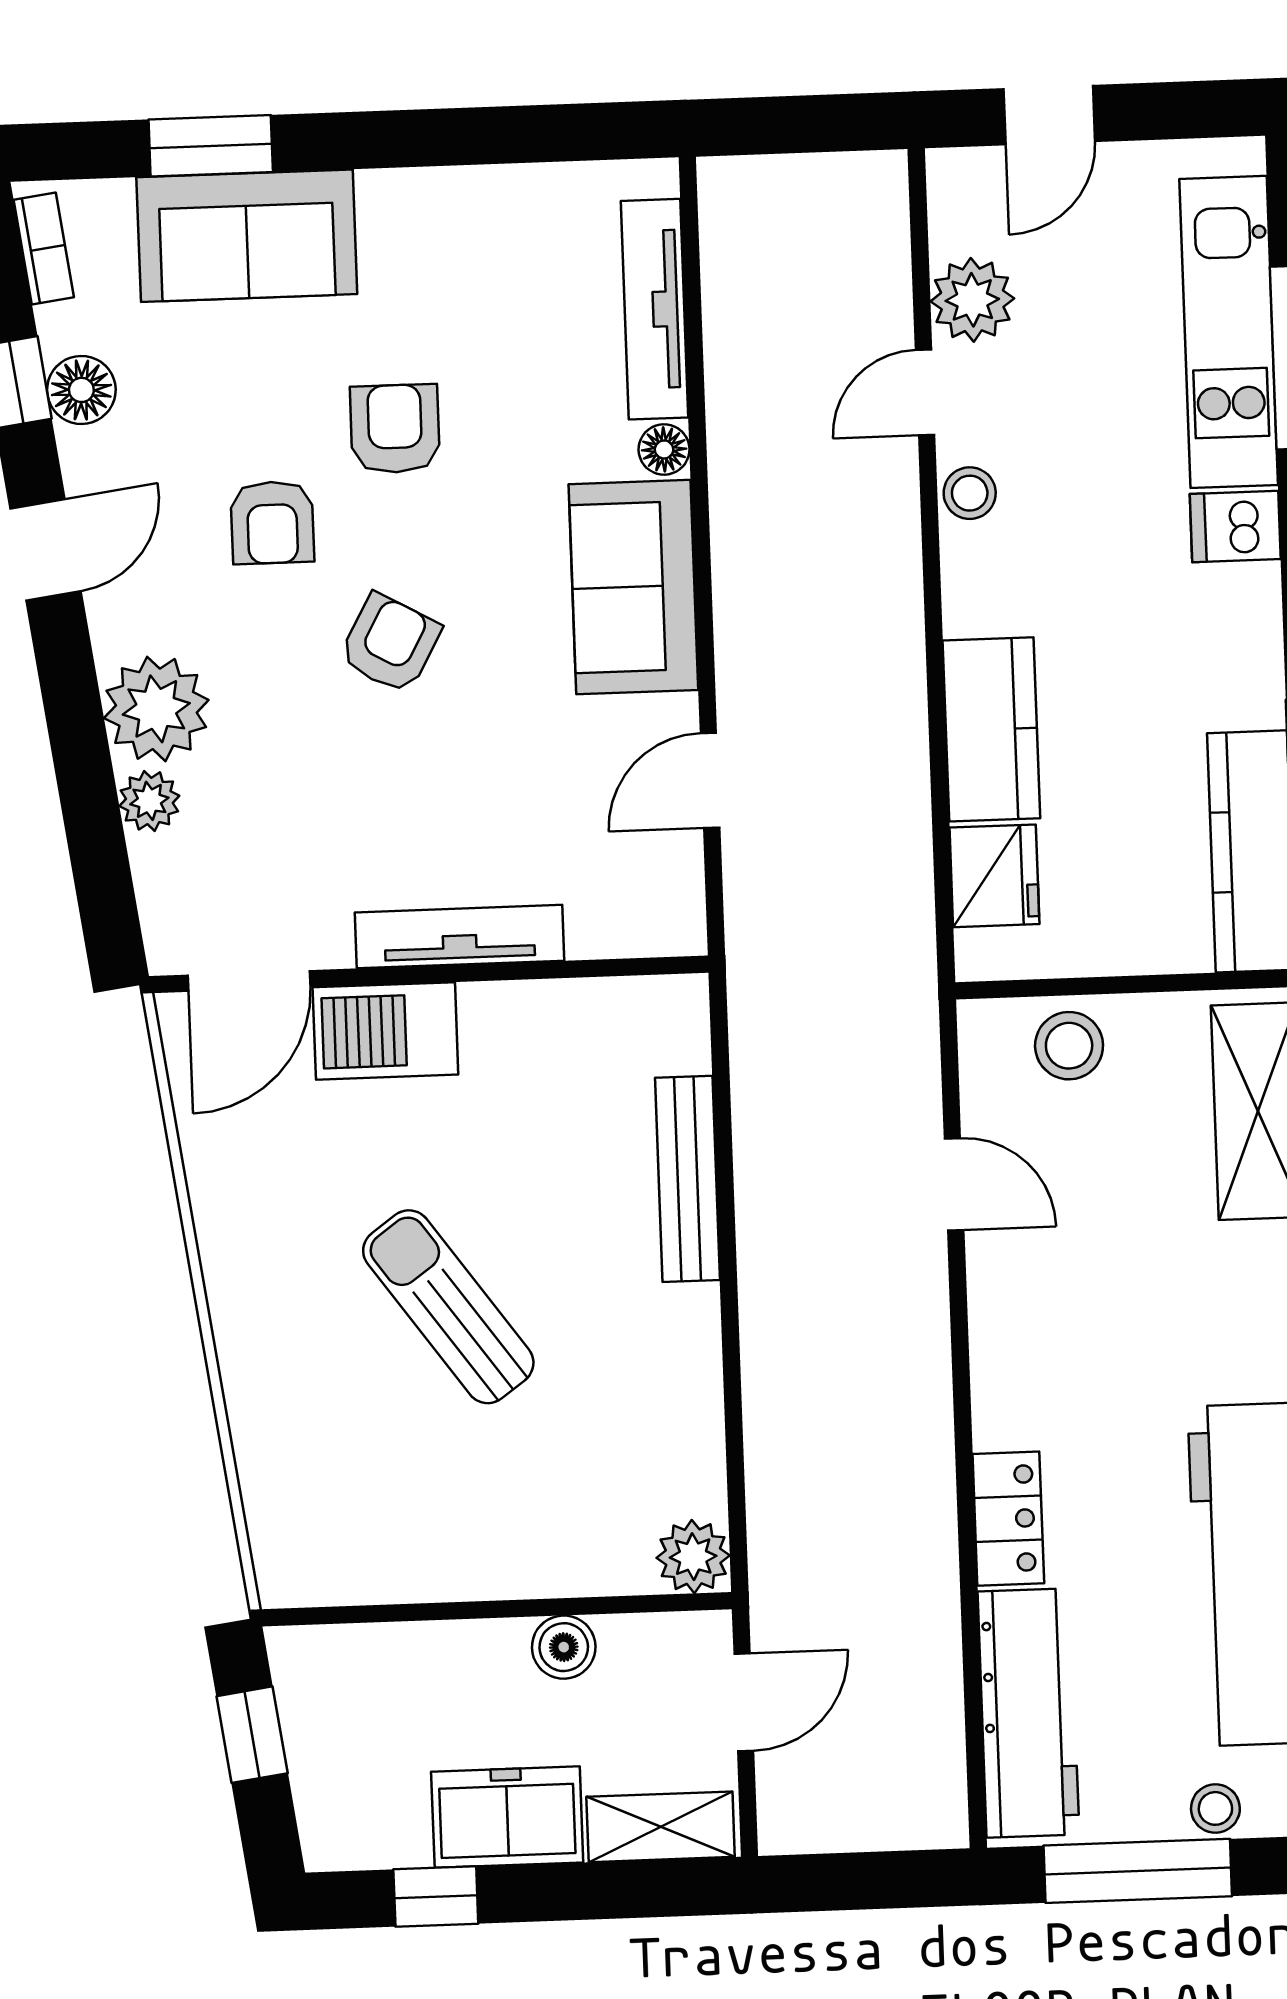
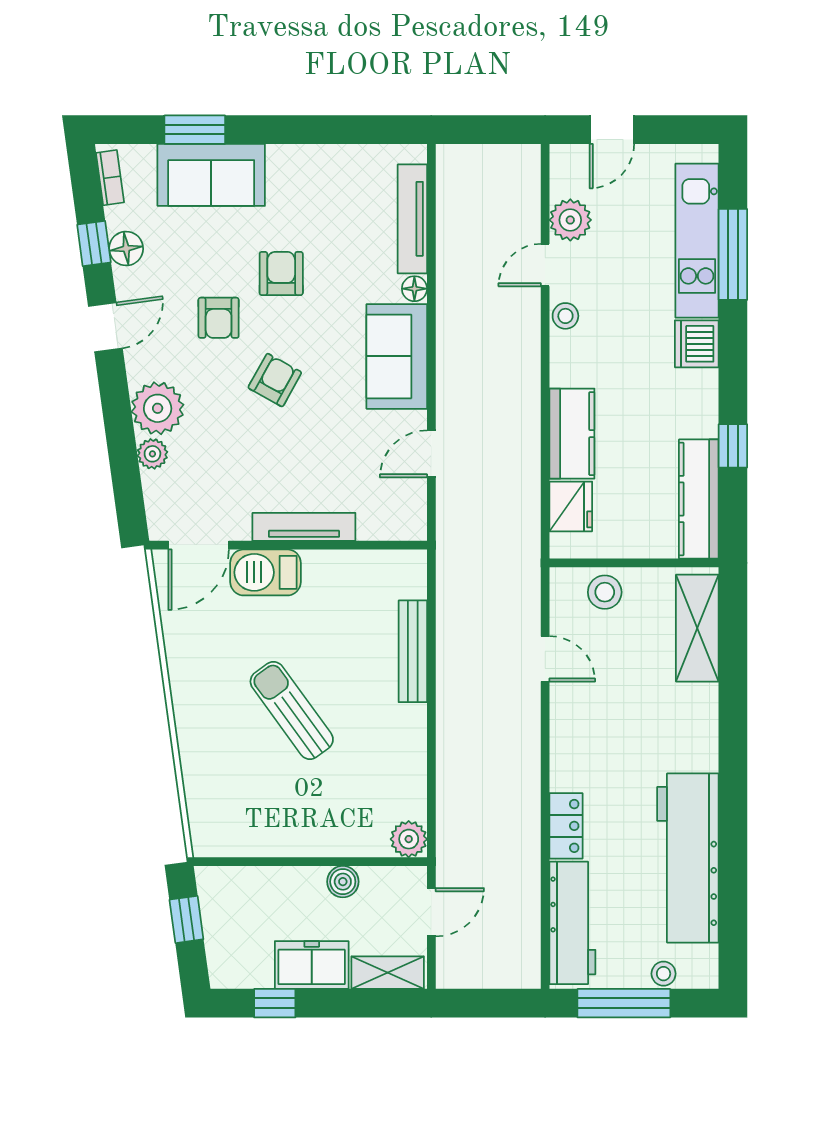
dishwasher: (1235, 527) -> (697, 344), width x1.38

